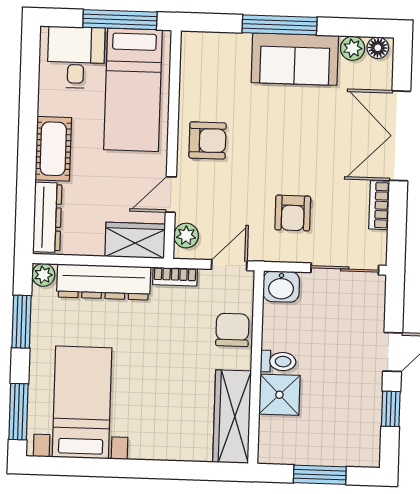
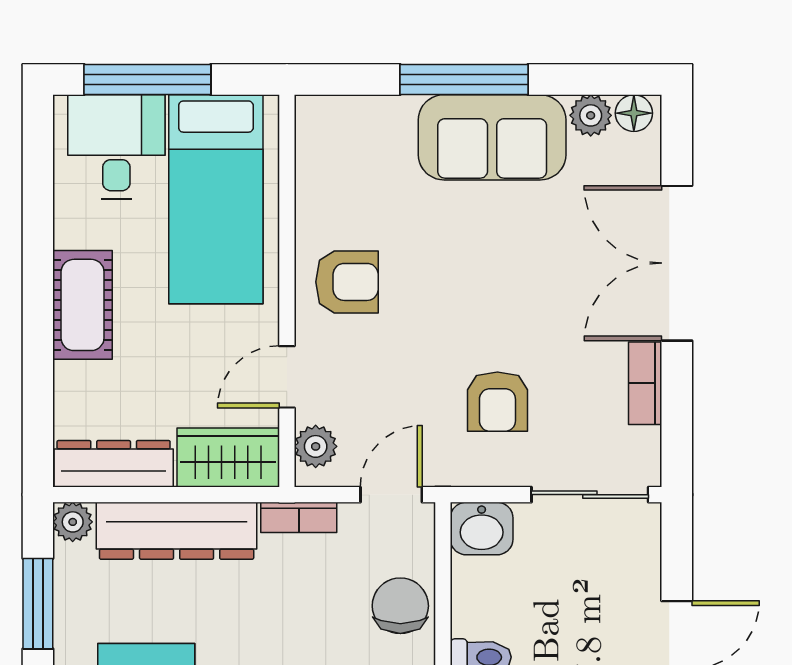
window: (120, 20) -> (147, 80), moved
dresser: (47, 217) -> (114, 464), moved, turned -90

